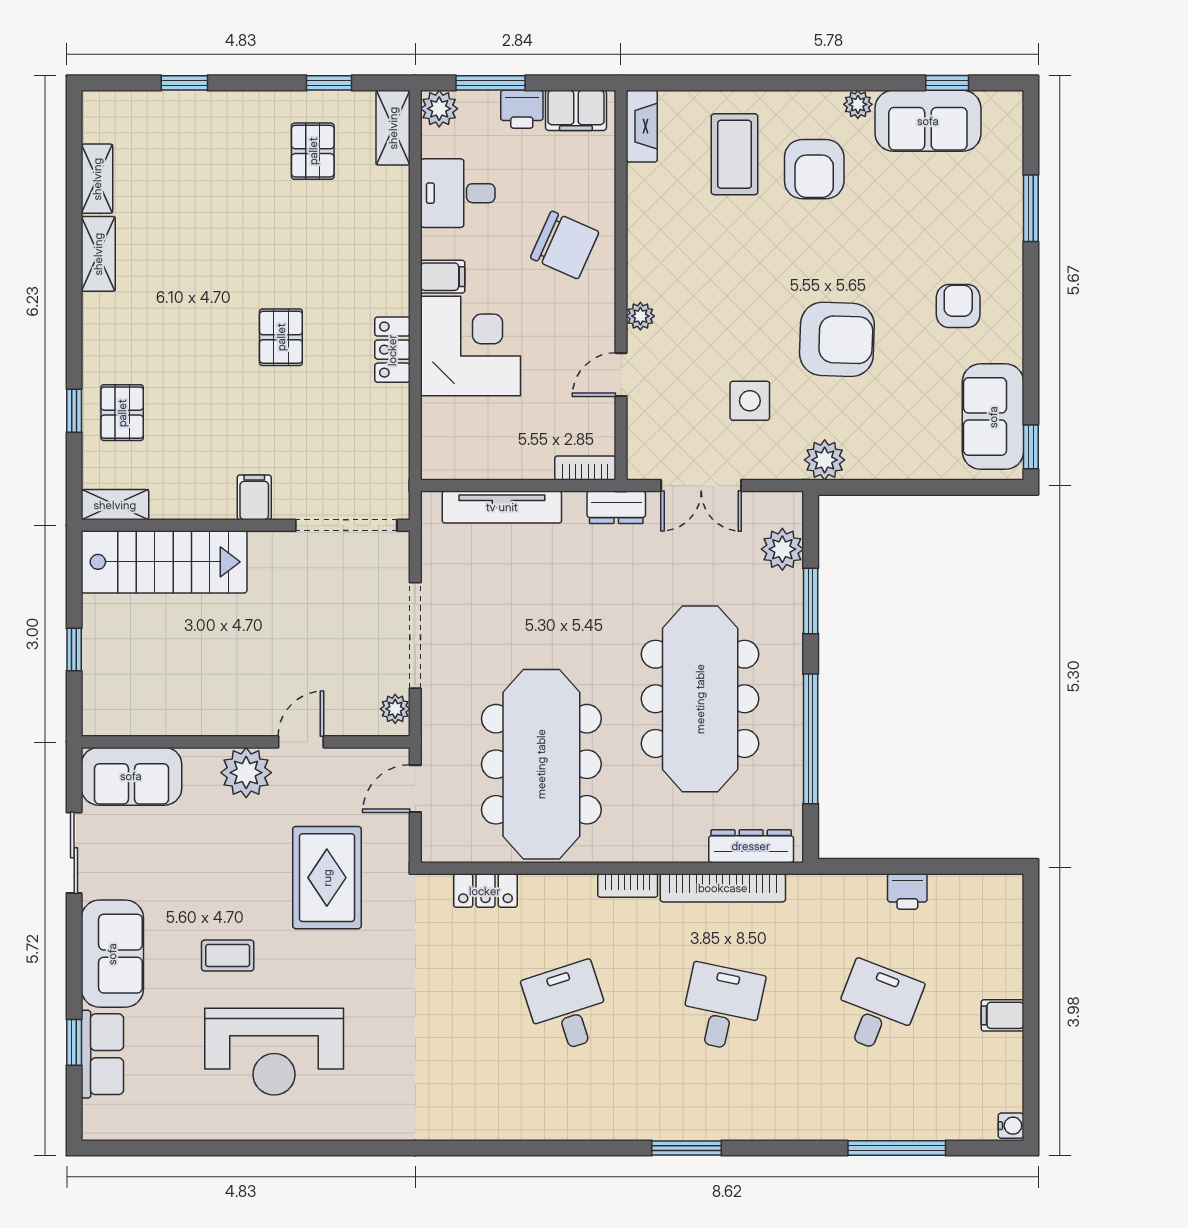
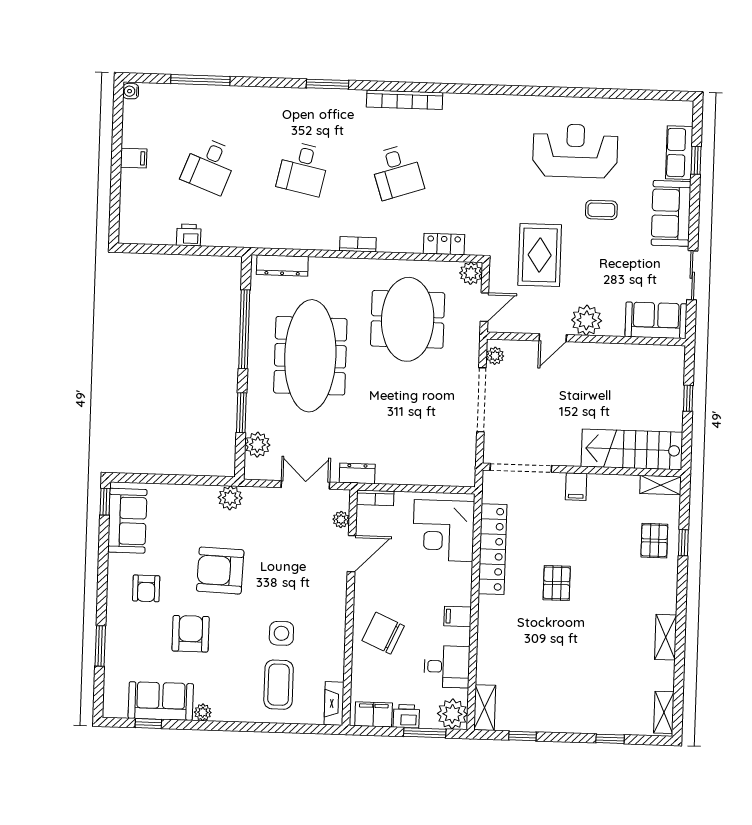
plant: (439, 109) -> (452, 714), width x1.36, depth x1.36
pallet: (313, 151) -> (534, 695), removed
armchair: (814, 169) -> (191, 634), moved
shelving: (97, 179) -> (664, 712), moved
plant: (640, 316) -> (341, 519), moved
corner desk: (471, 346) -> (444, 531), moved
locker: (392, 350) -> (493, 549), width x2.16, depth x1.21
door: (621, 375) -> (352, 554), width x1.38
side table: (750, 401) -> (281, 633), moved
tv unit: (502, 507) -> (426, 476), removed
meeting table: (541, 764) -> (408, 319), width x0.73
plant: (440, 844) -> (471, 273), added
bookcase: (723, 888) -> (405, 100), moved, turned 180

